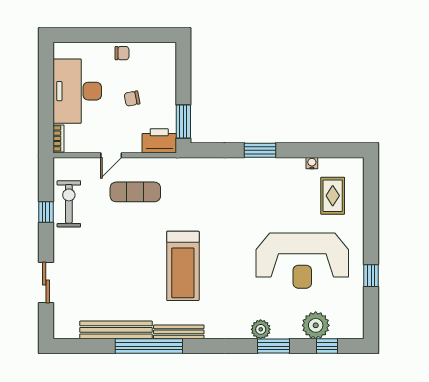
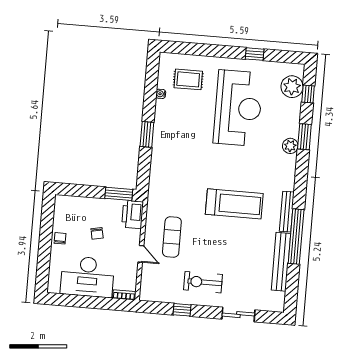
exercise bike: (69, 204) -> (203, 282), moved
plant: (316, 325) -> (292, 87), moved

